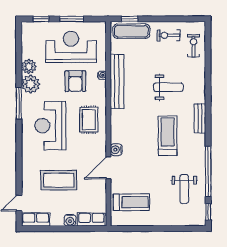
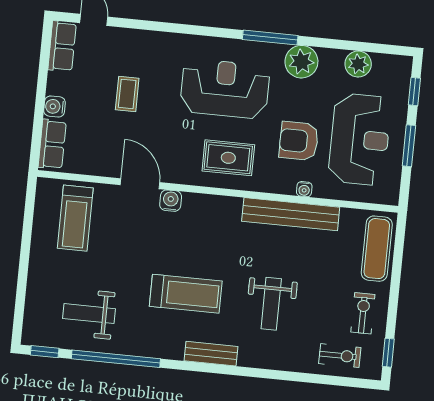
window: (130, 19) -> (388, 353), moved
plant: (29, 66) -> (358, 64), moved
coffee table: (59, 180) -> (127, 94), width x0.54, depth x0.58

